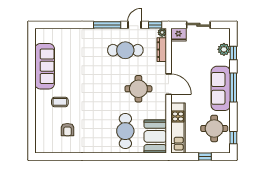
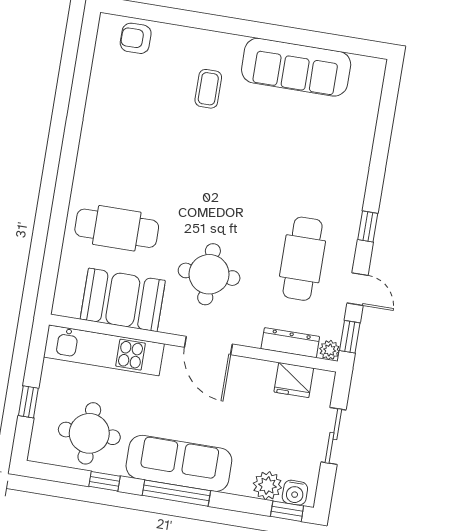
window: (107, 25) -> (368, 226), width x0.46
fridge: (178, 35) -> (294, 380), moved, turned -90
water cooler: (225, 37) -> (295, 493), added
window: (233, 53) -> (287, 511), moved
door: (169, 84) -> (208, 346), hinge flipped
armchair: (67, 130) -> (136, 38), moved
booth: (155, 136) -> (123, 300), moved
window: (233, 138) -> (105, 481), moved

